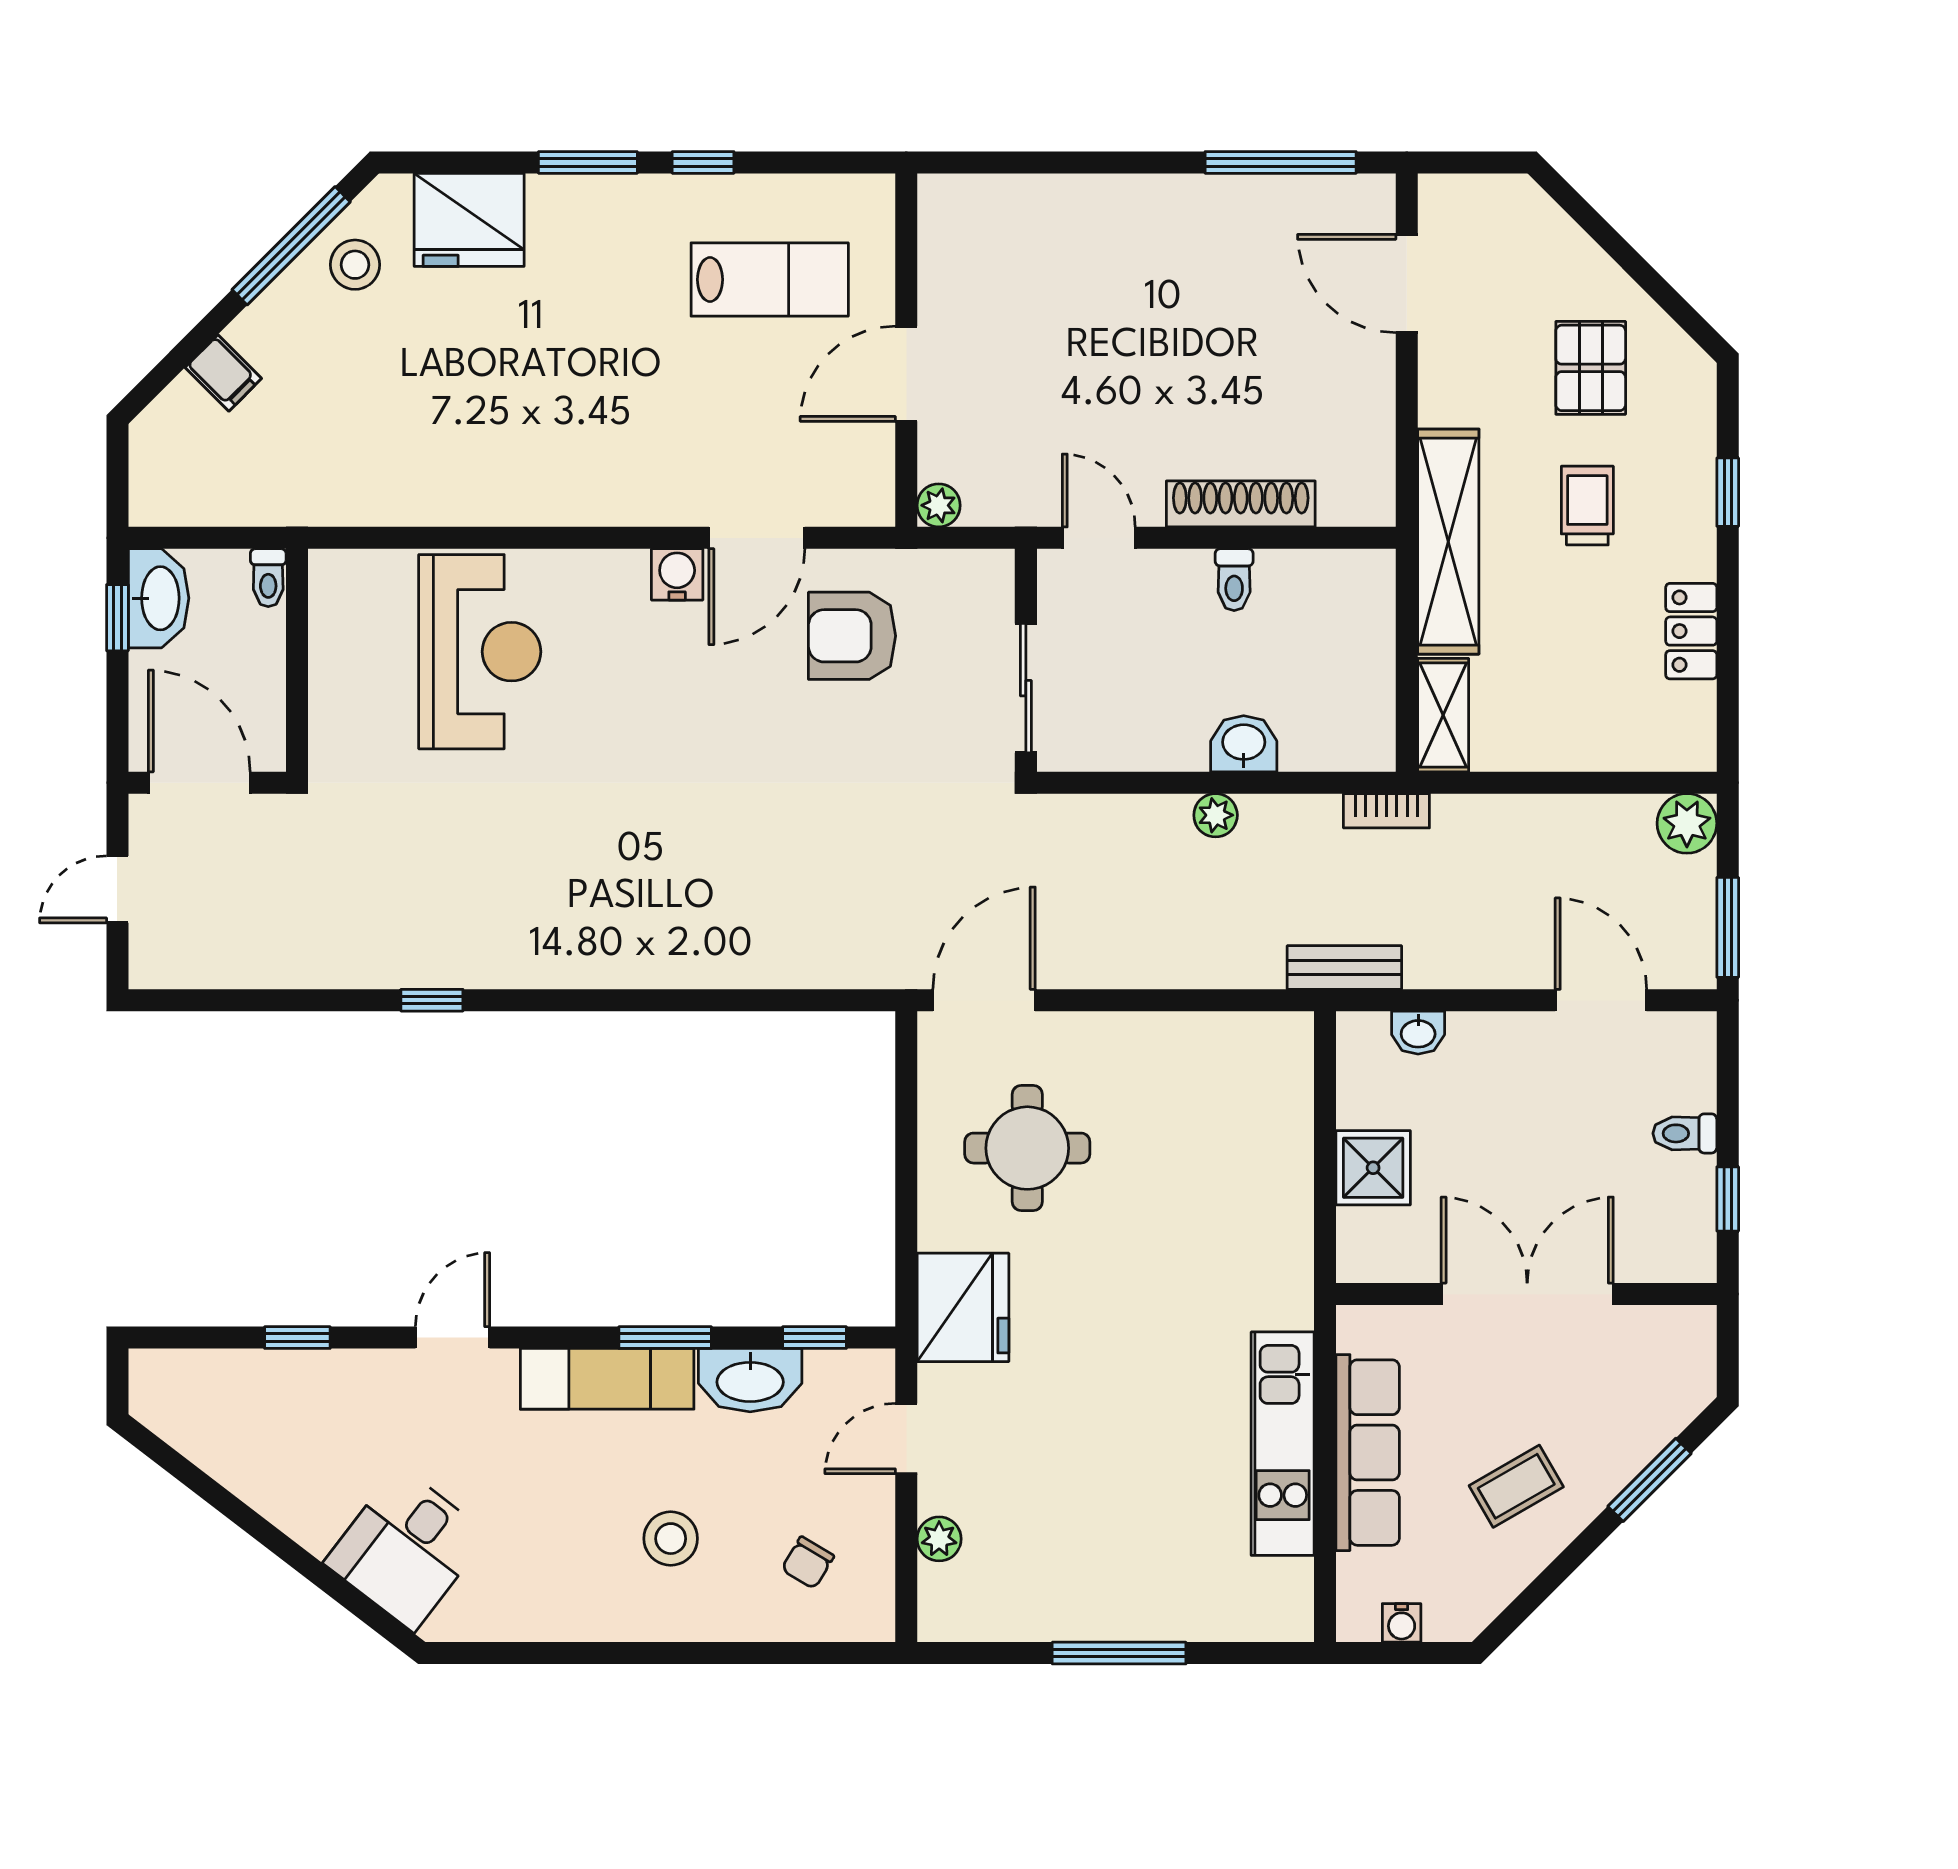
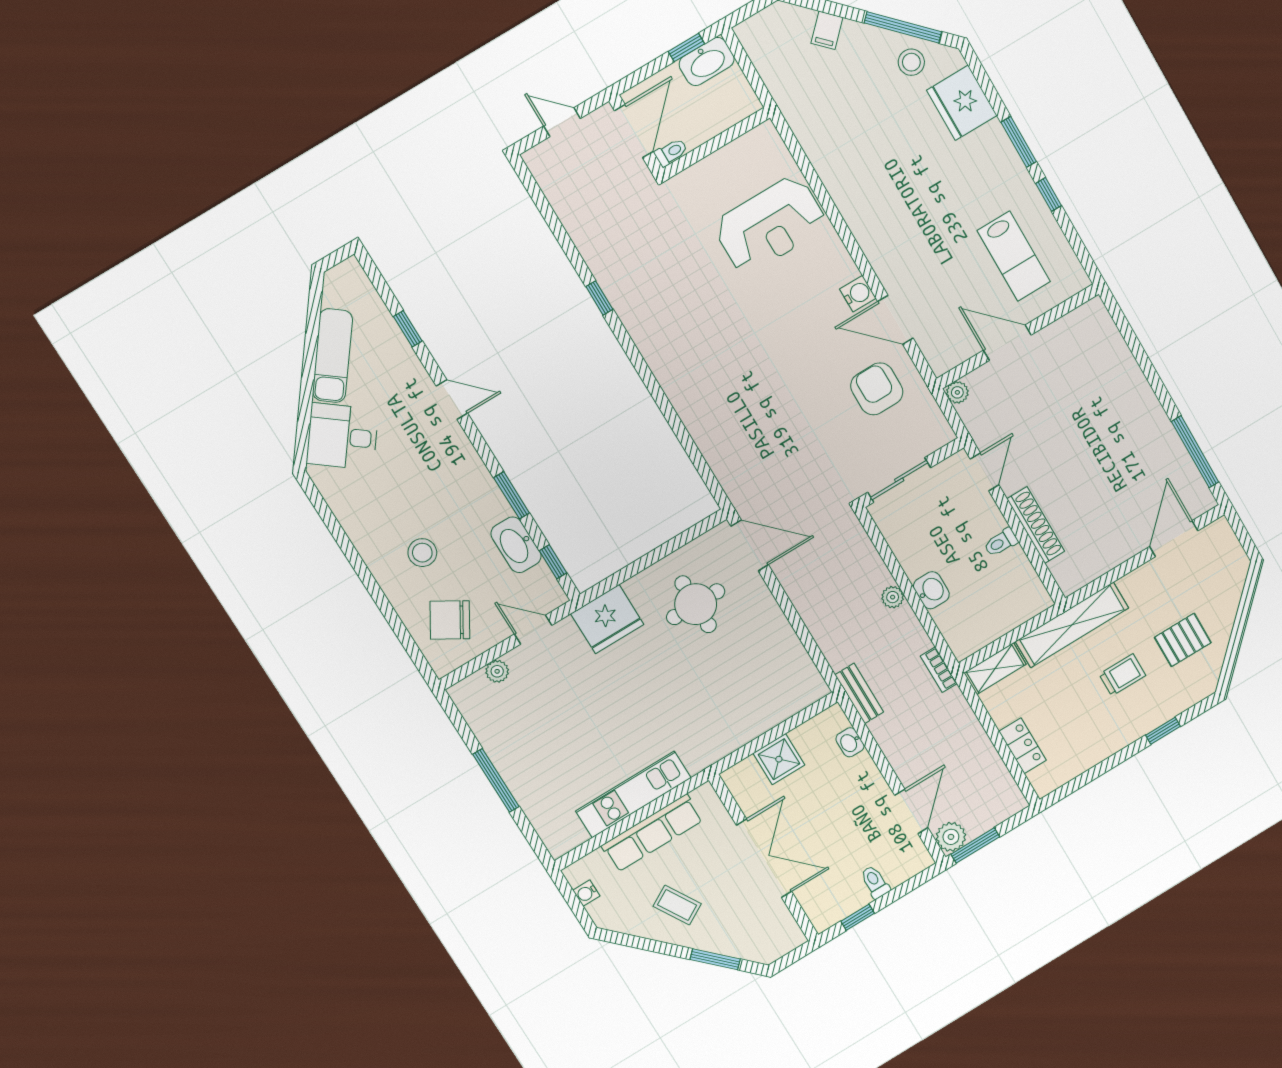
toilet: (268, 578) -> (671, 152), moved, turned 180
locker: (1691, 631) -> (1022, 746), moved, turned 90
plant: (1687, 823) -> (951, 837), moved
exam couch: (607, 1379) -> (333, 356), moved, turned -143
chair: (808, 1563) -> (450, 620), width x1.87, depth x1.87

